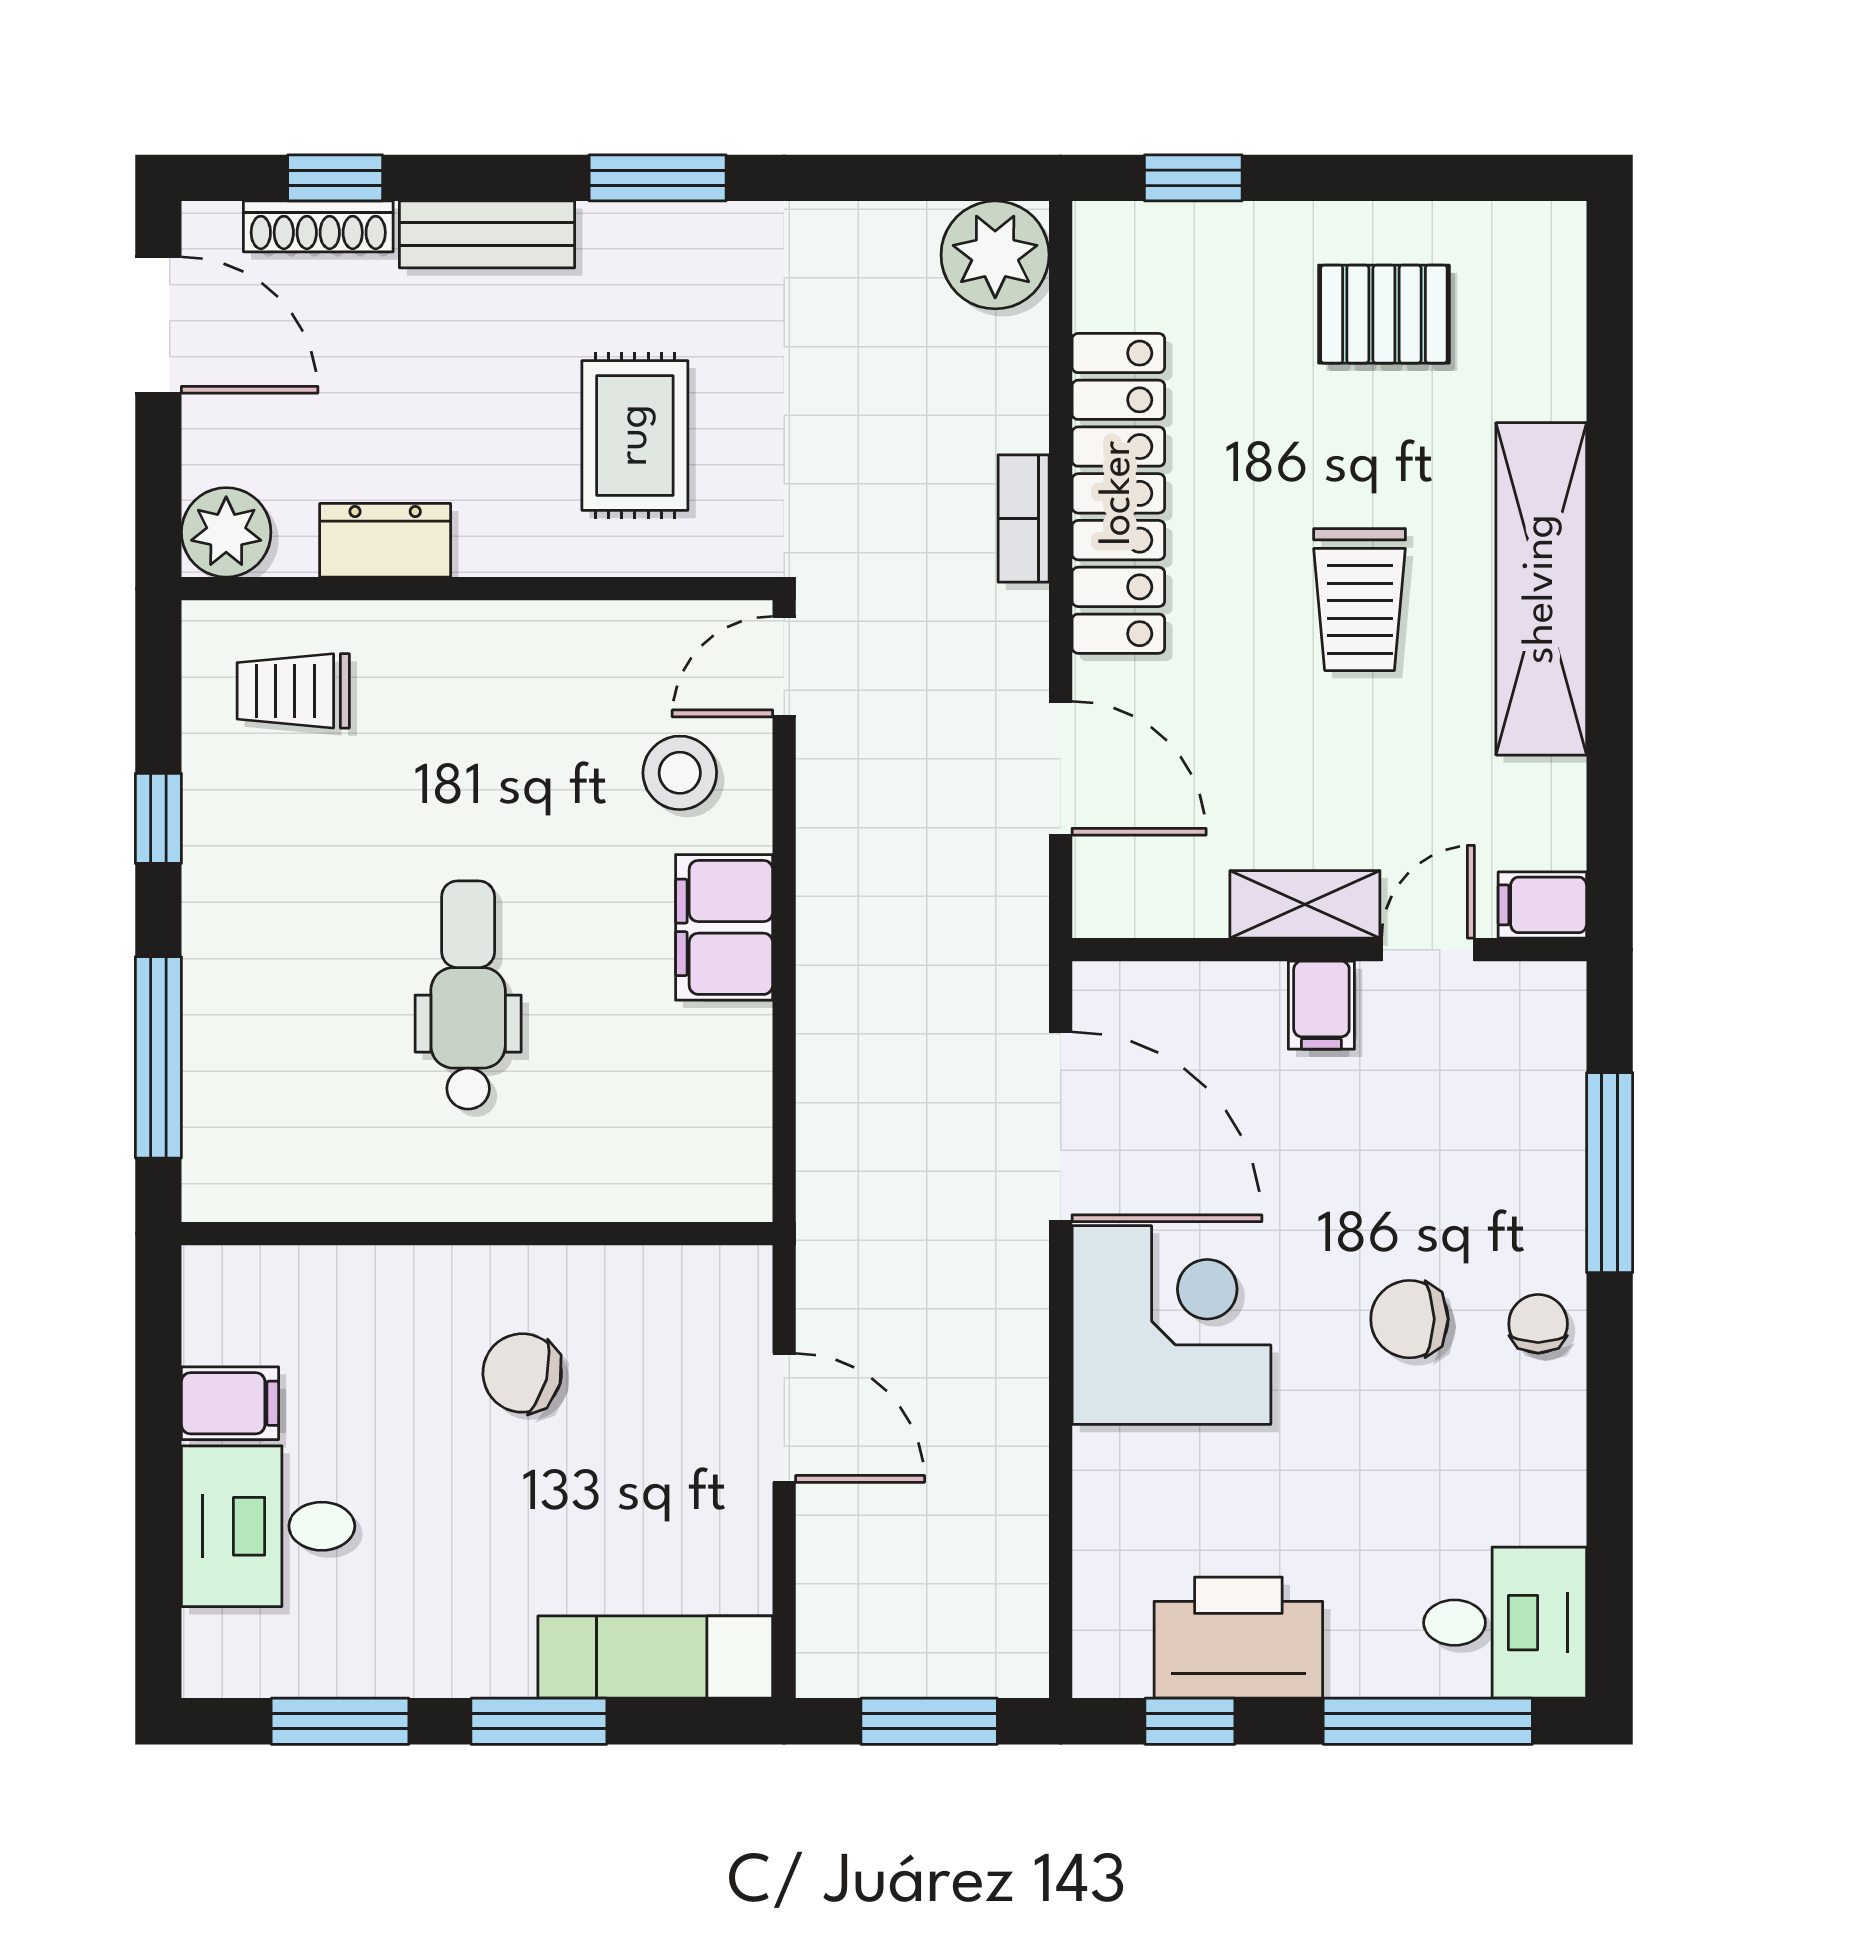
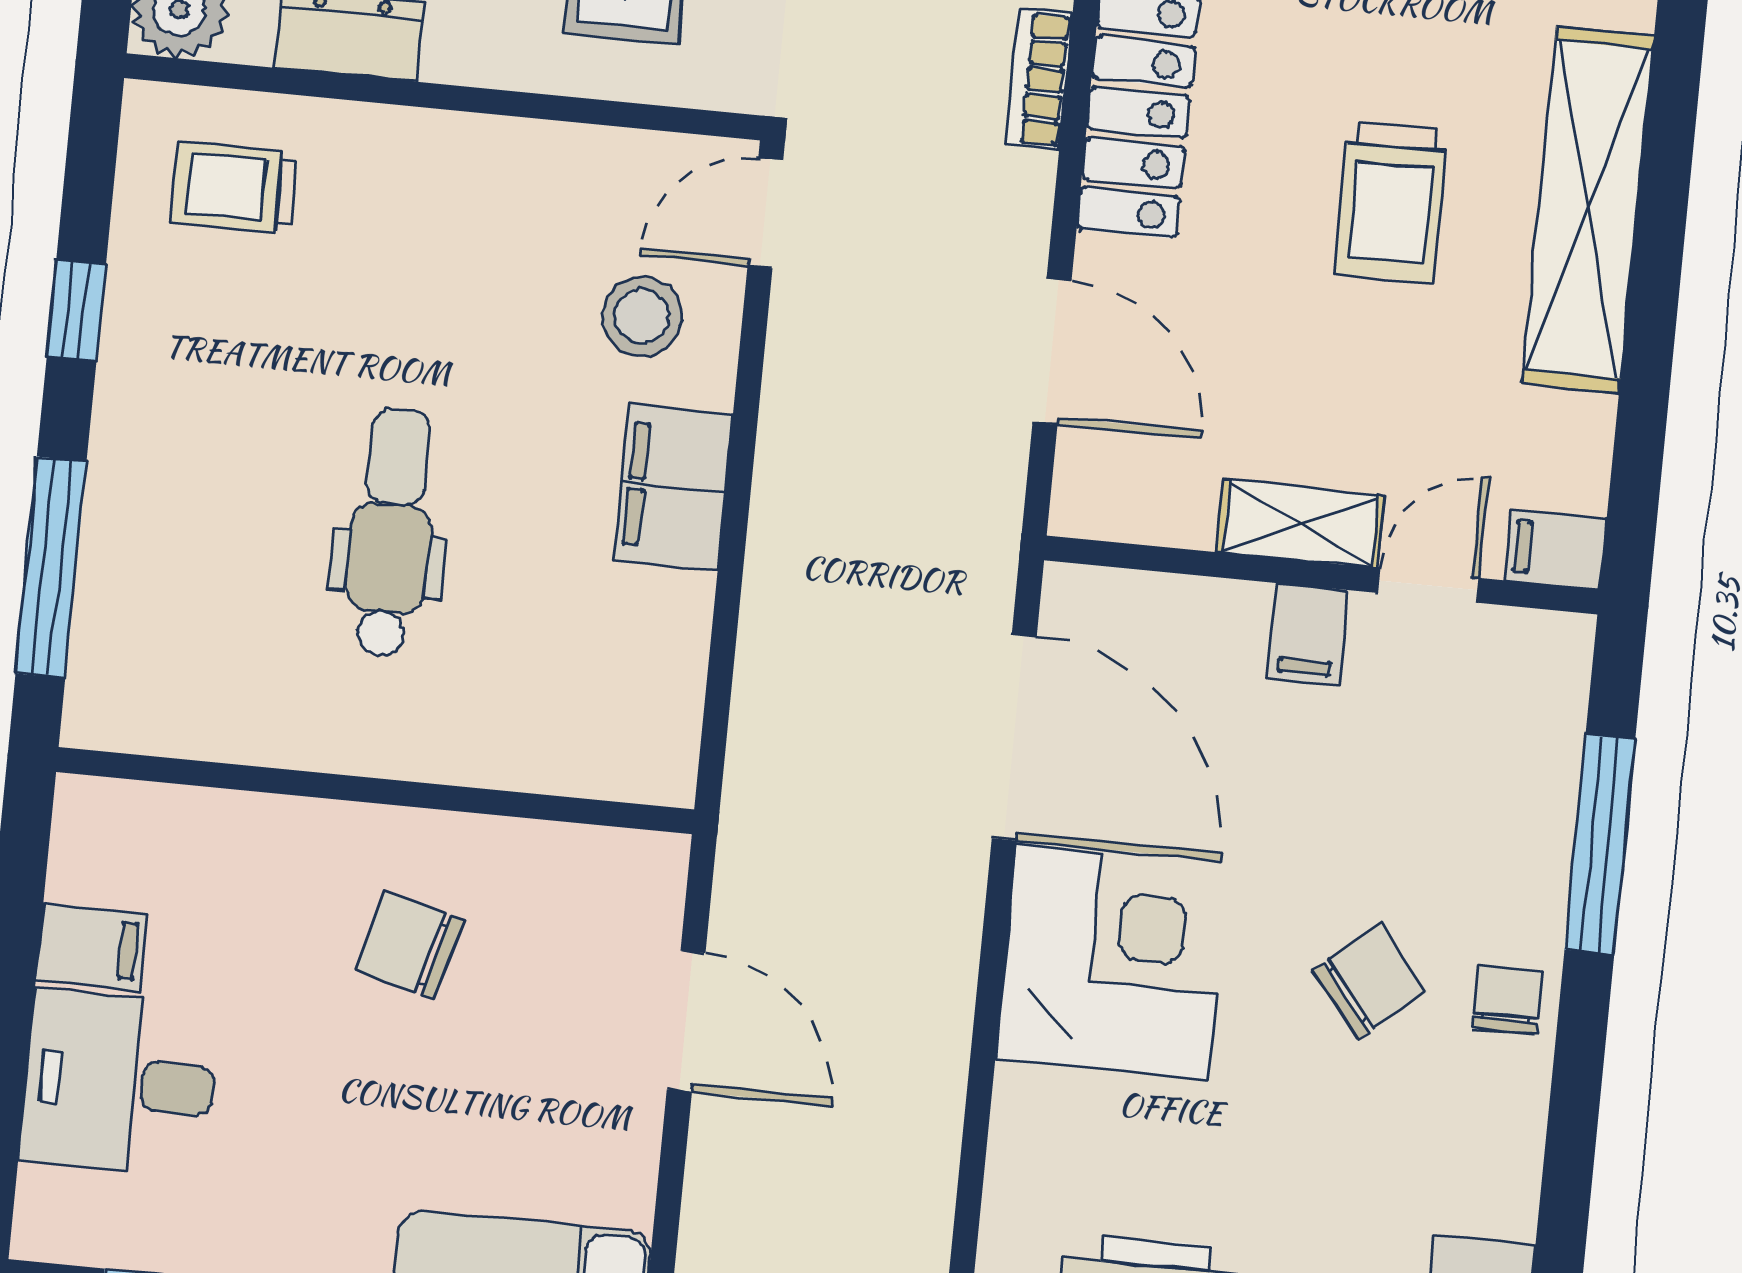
chair: (1409, 1319) -> (1369, 981), turned 140

